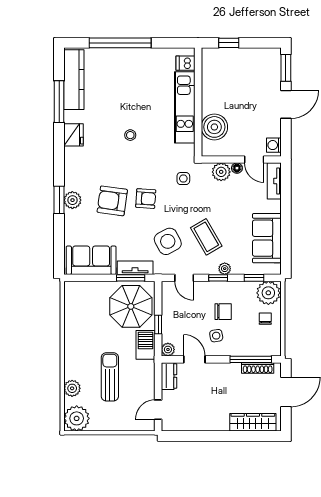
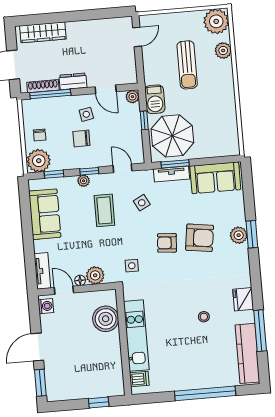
stool: (130, 135) -> (204, 317), moved
coffee table: (206, 237) -> (104, 210), turned 30
side table: (168, 241) -> (142, 203), width x0.54, depth x0.54
dresser: (169, 376) -> (73, 81), moved, turned 90

